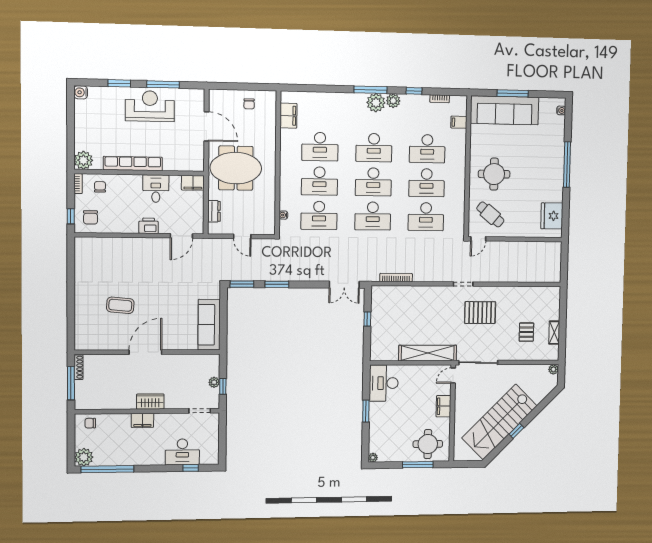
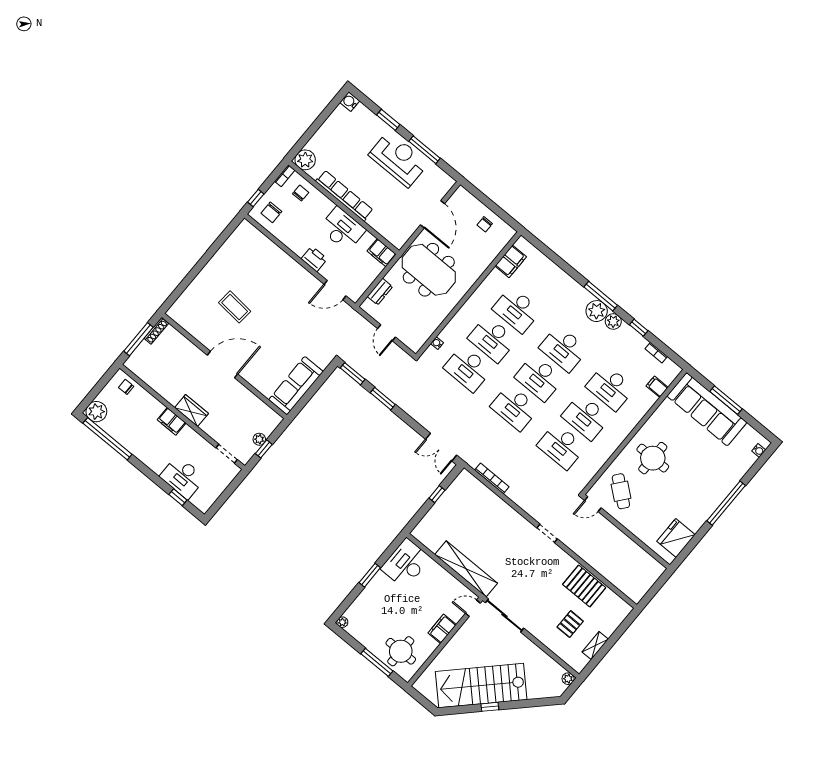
desk: (156, 189) -> (342, 229), width x1.37
pallet: (480, 313) -> (584, 586), moved

